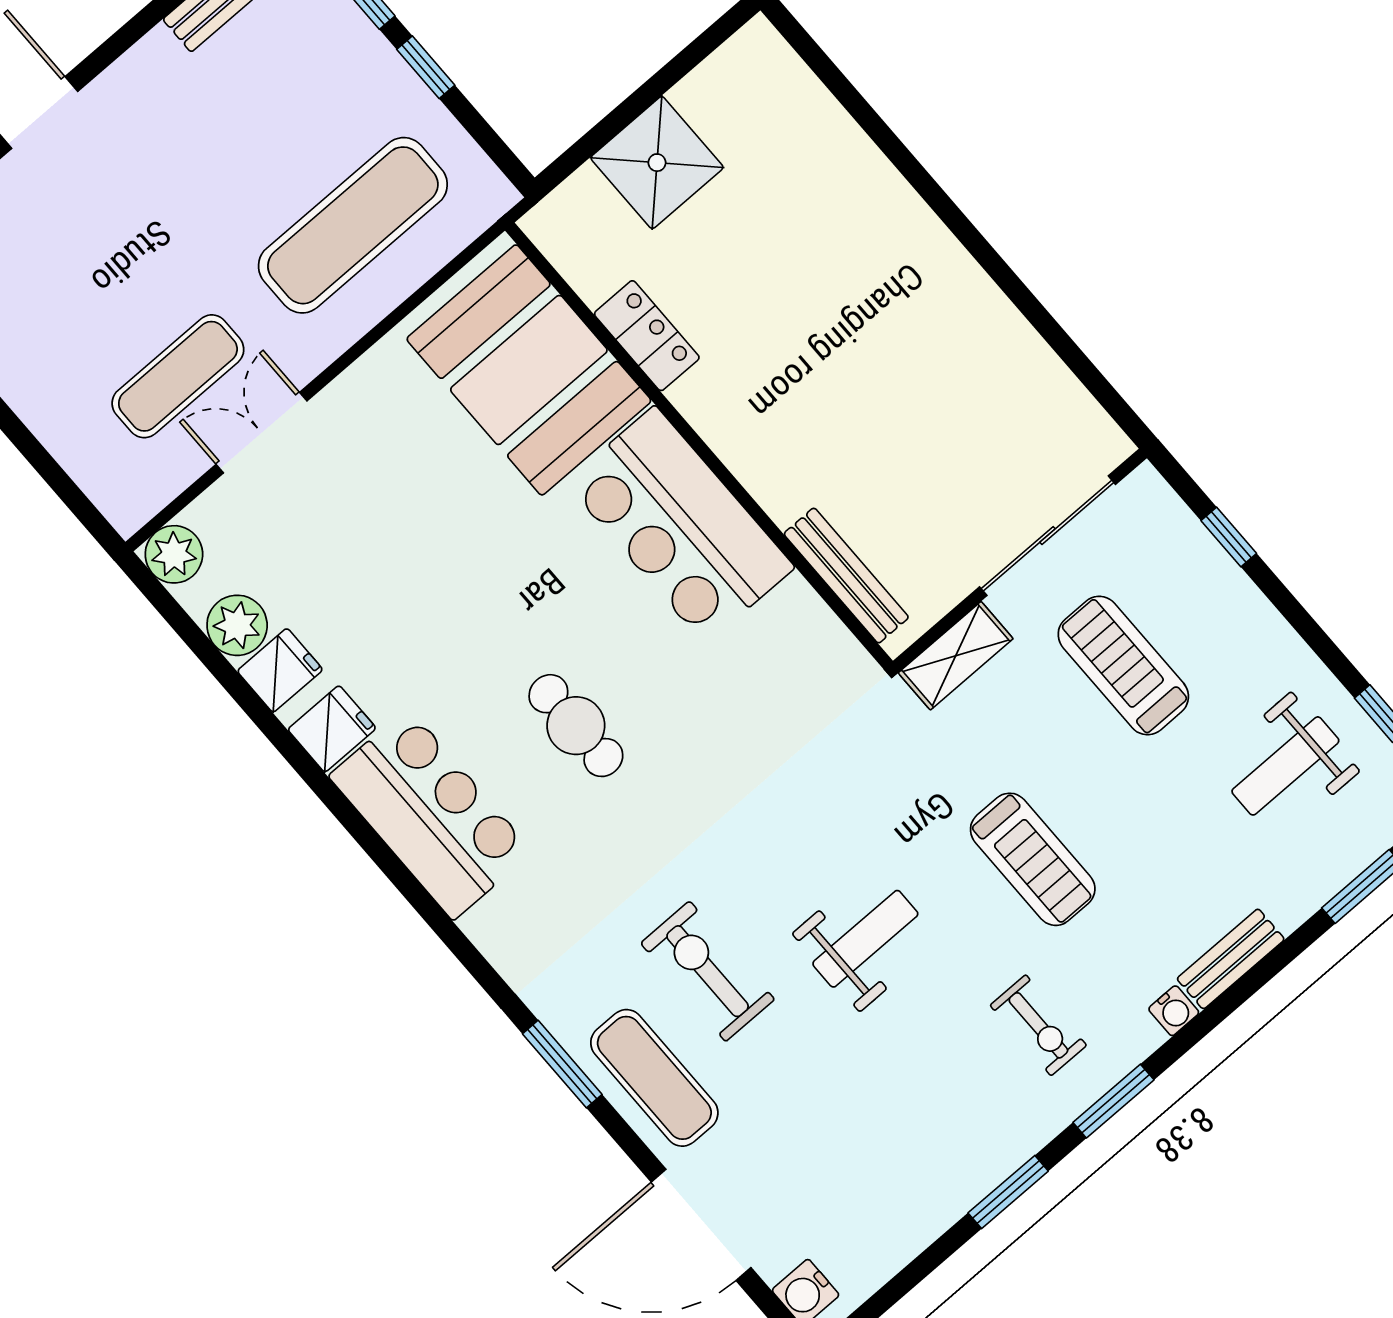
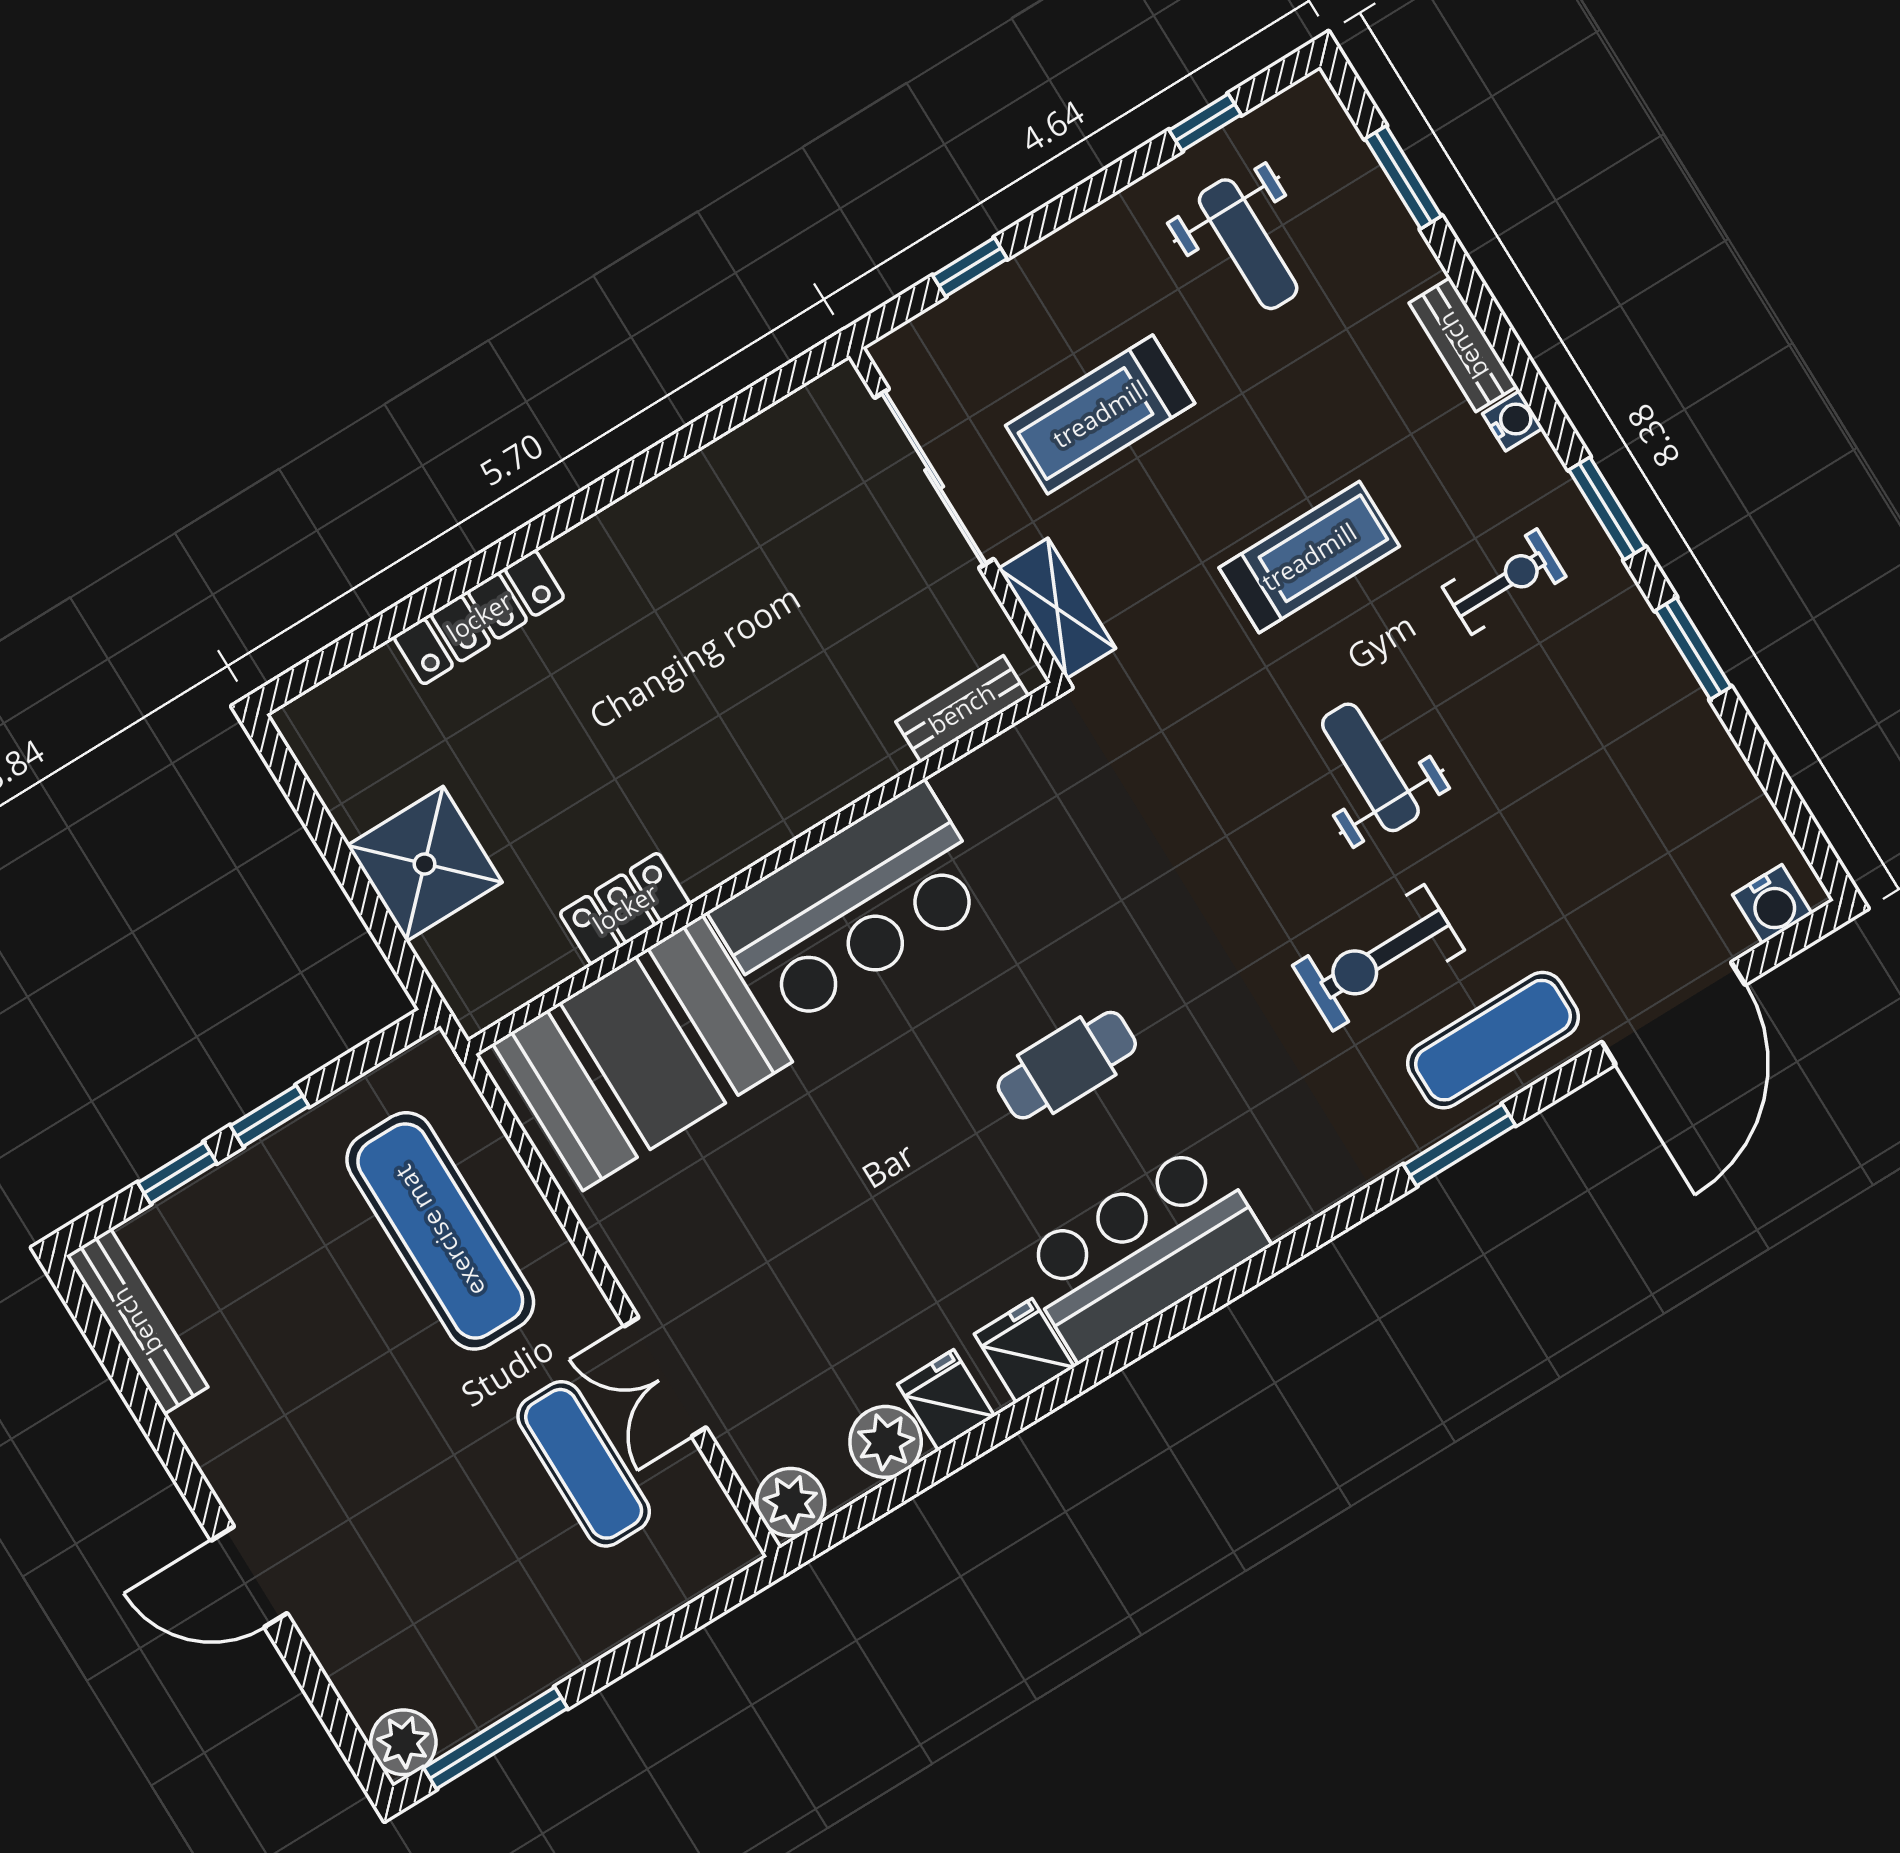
locker: (870, 175) -> (479, 617), added
bench: (846, 576) -> (962, 709), width x0.73

